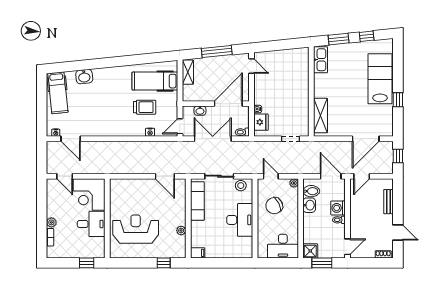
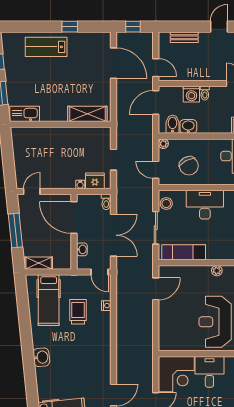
washbasin: (84, 77) -> (41, 357), moved
lab bench: (380, 79) -> (46, 47), width x0.73, depth x0.72
double door: (213, 139) -> (114, 235), swing flipped
doorway: (290, 139) -> (114, 160), moved
door: (271, 176) -> (156, 170), hinge flipped

